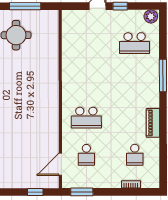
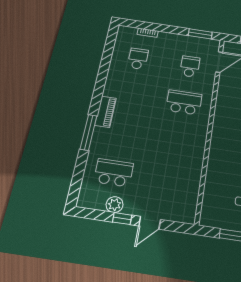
plant: (151, 16) -> (115, 205), moved
piano: (153, 123) -> (105, 112), moved

